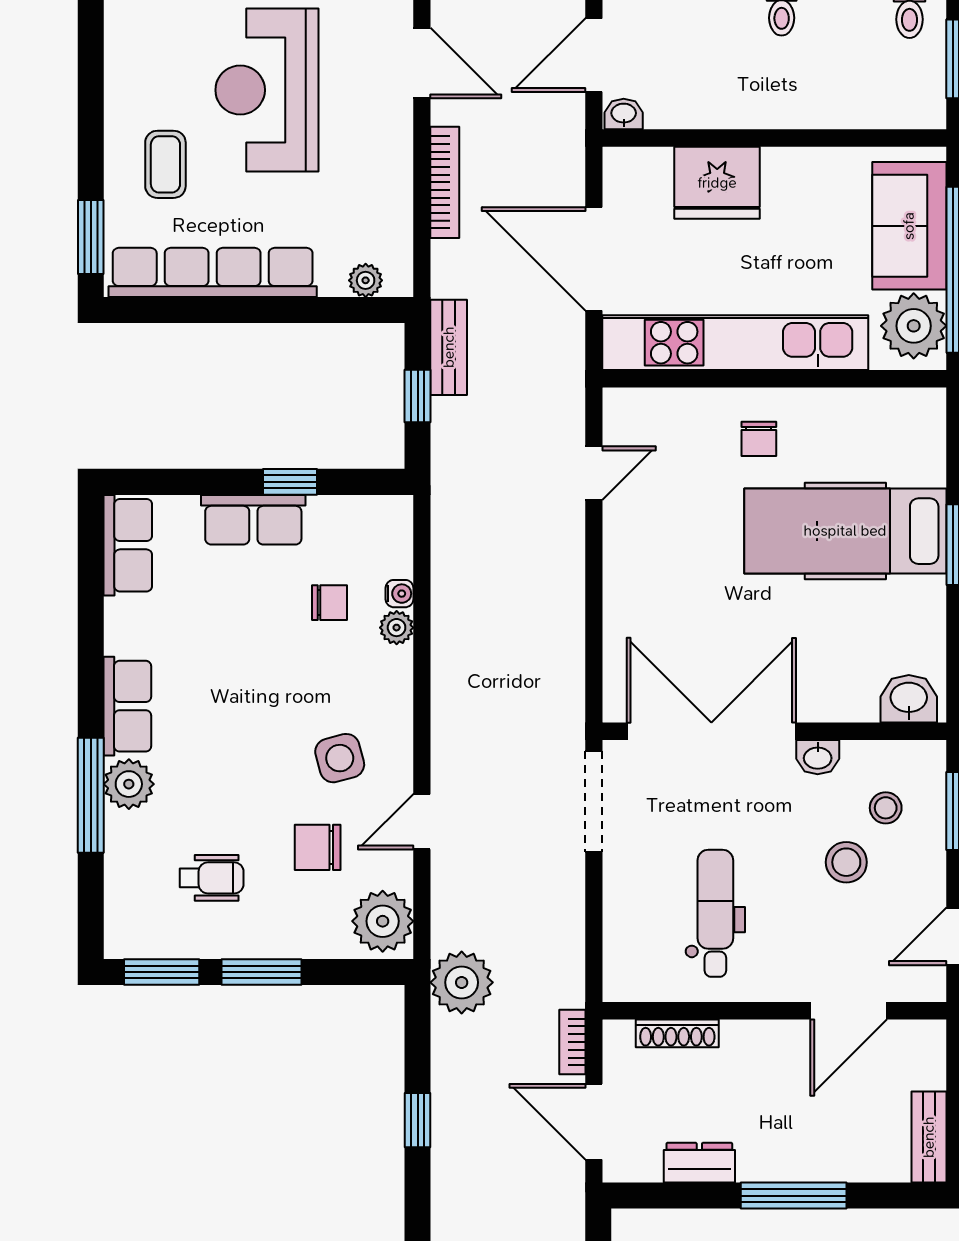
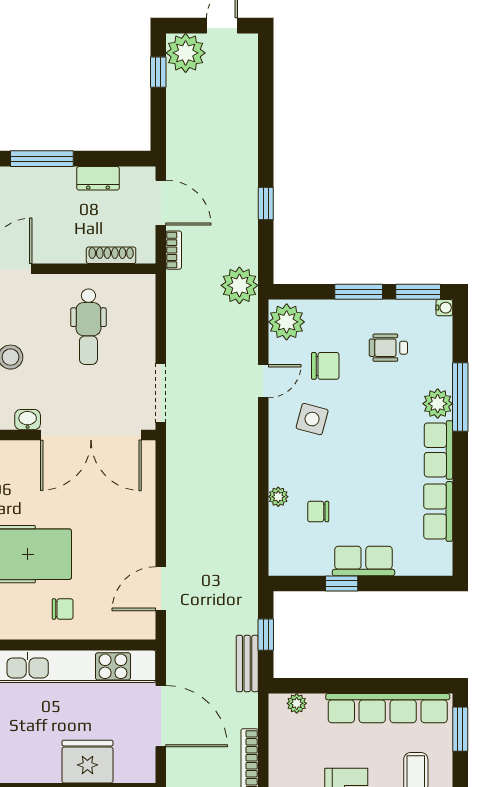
chair: (759, 439) -> (63, 609), turned 90
door: (594, 473) -> (161, 589), width x1.38
row of seats: (128, 545) -> (438, 511), moved
water cooler: (400, 594) -> (444, 308), moved, turned 180
side table: (340, 758) -> (312, 419), turned 30

